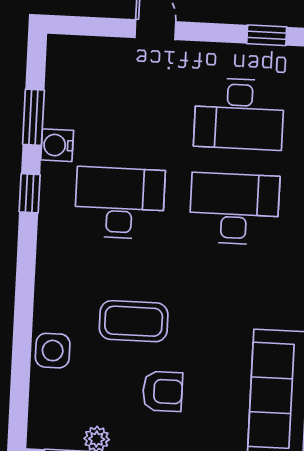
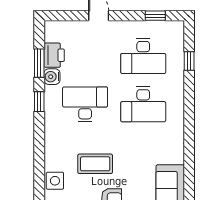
printer: (64, 103) -> (54, 55), added
desk: (234, 209) -> (143, 104), turned 180

